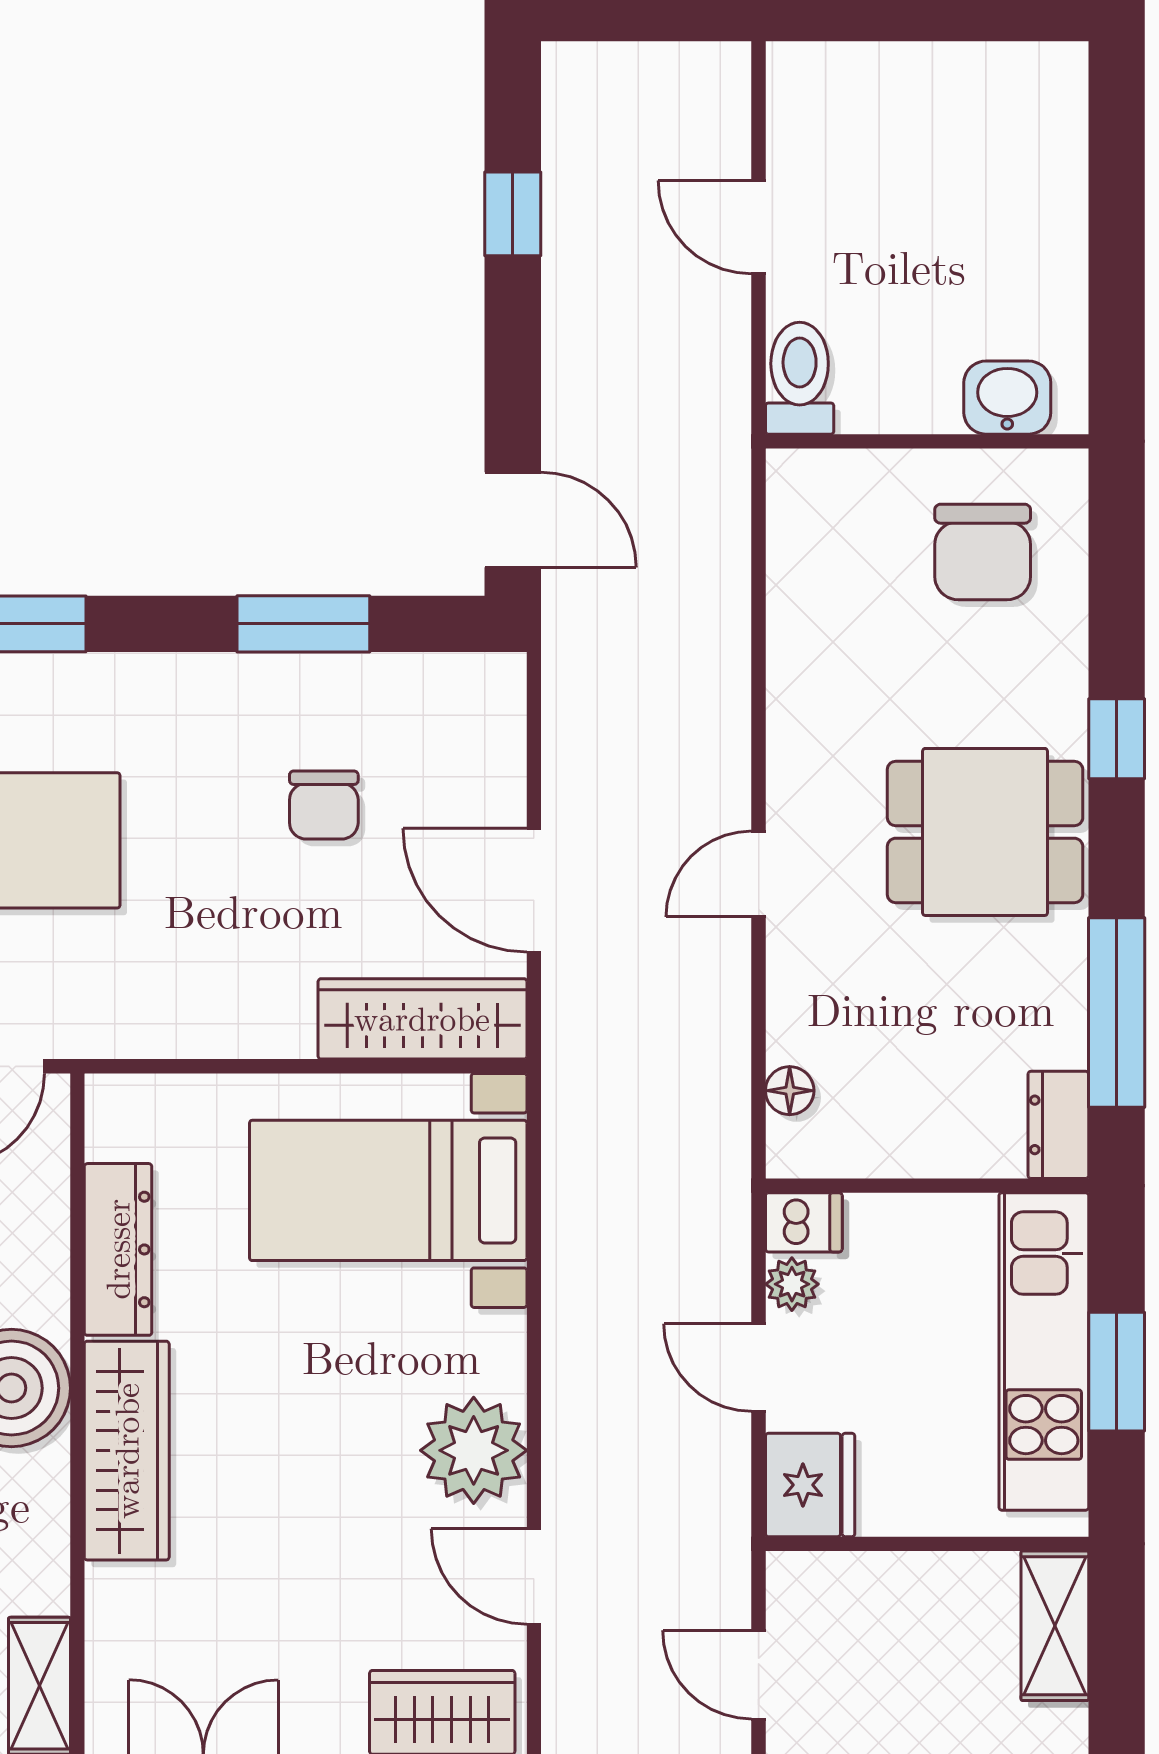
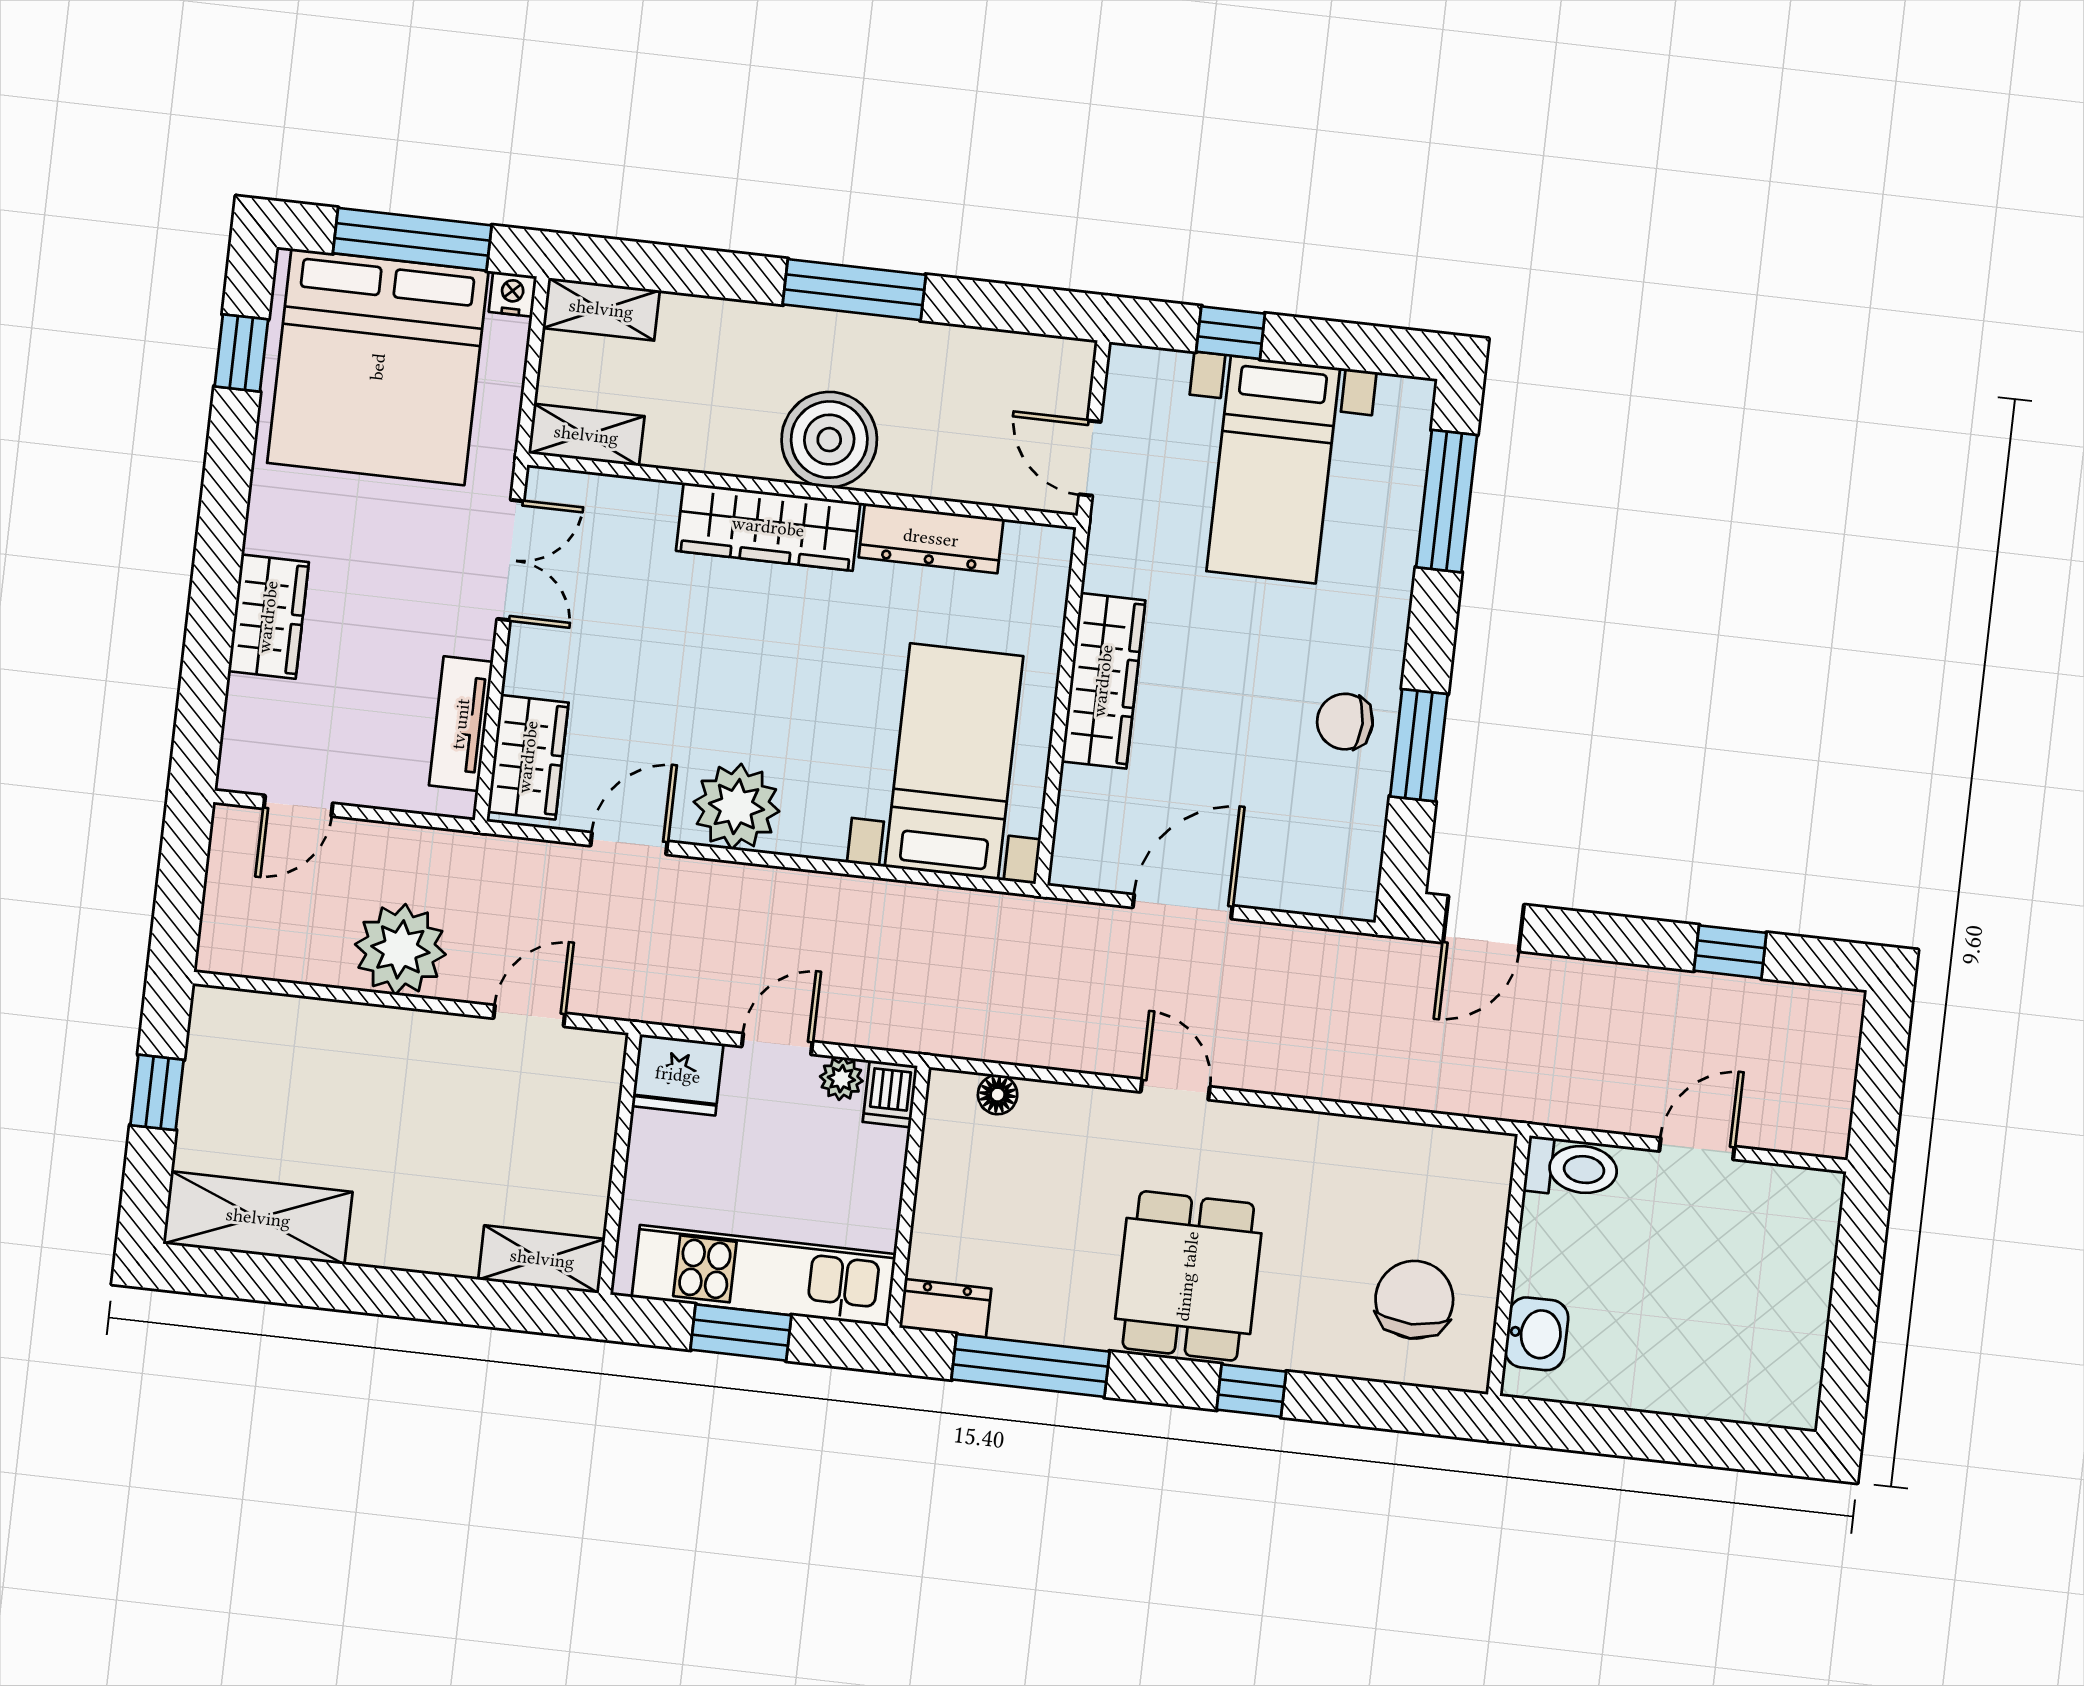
chair: (983, 552) -> (1414, 1300), turned 90
chair: (324, 805) -> (1345, 722), moved
wardrobe: (422, 1019) -> (1103, 681), moved

